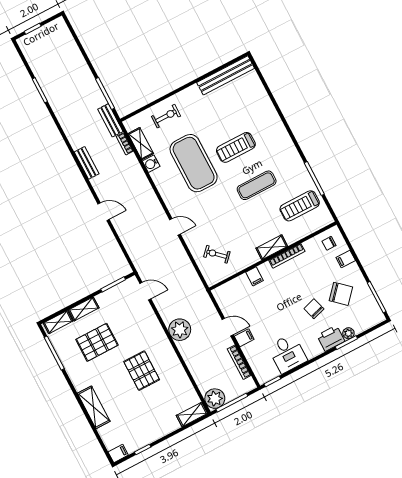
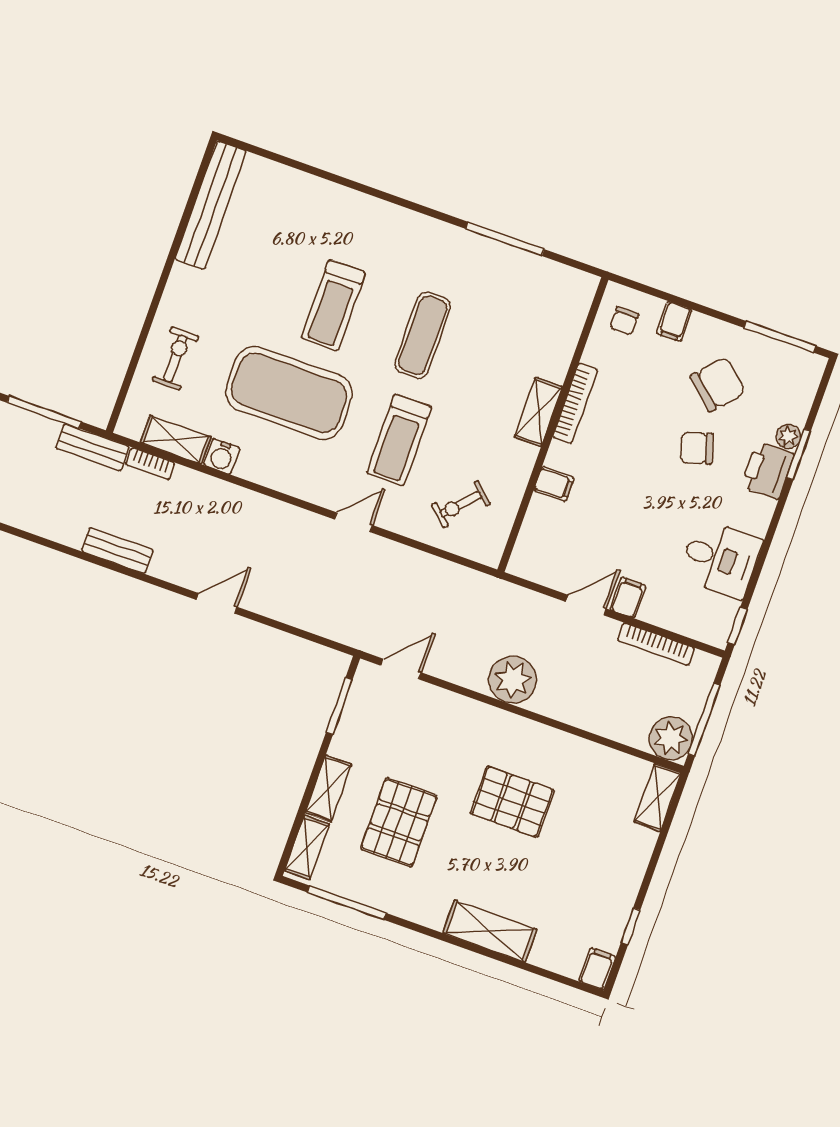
treadmill: (300, 206) -> (399, 440), moved

